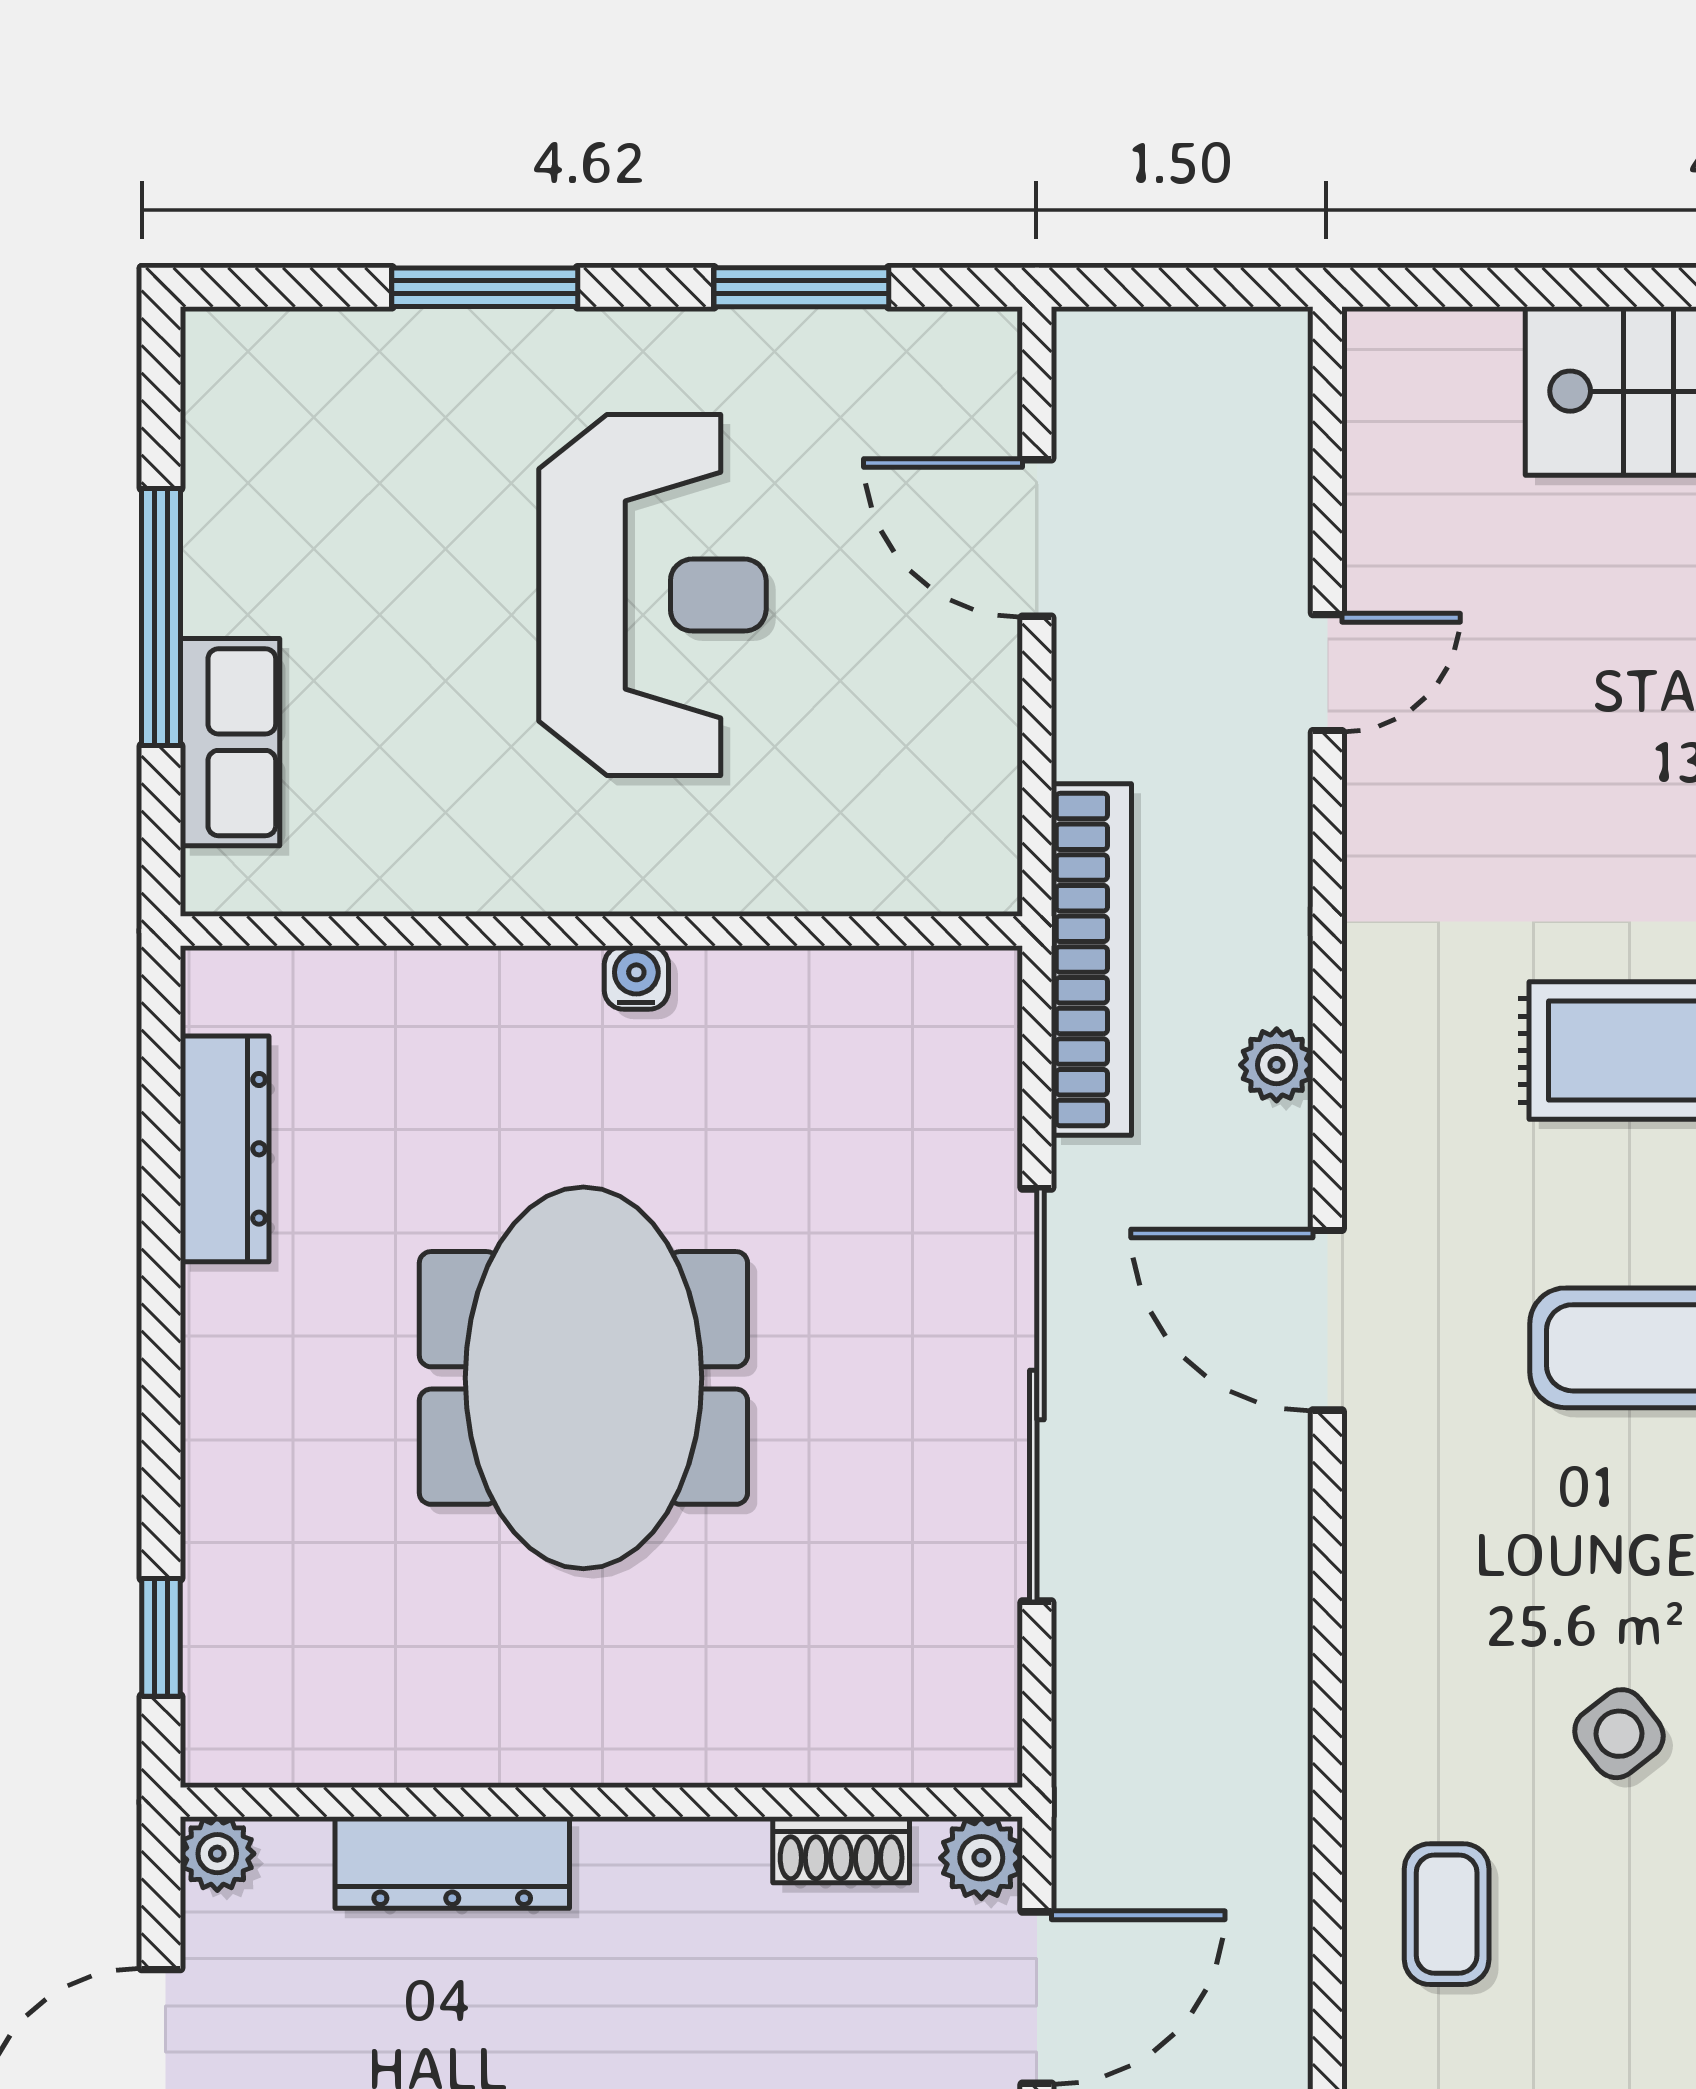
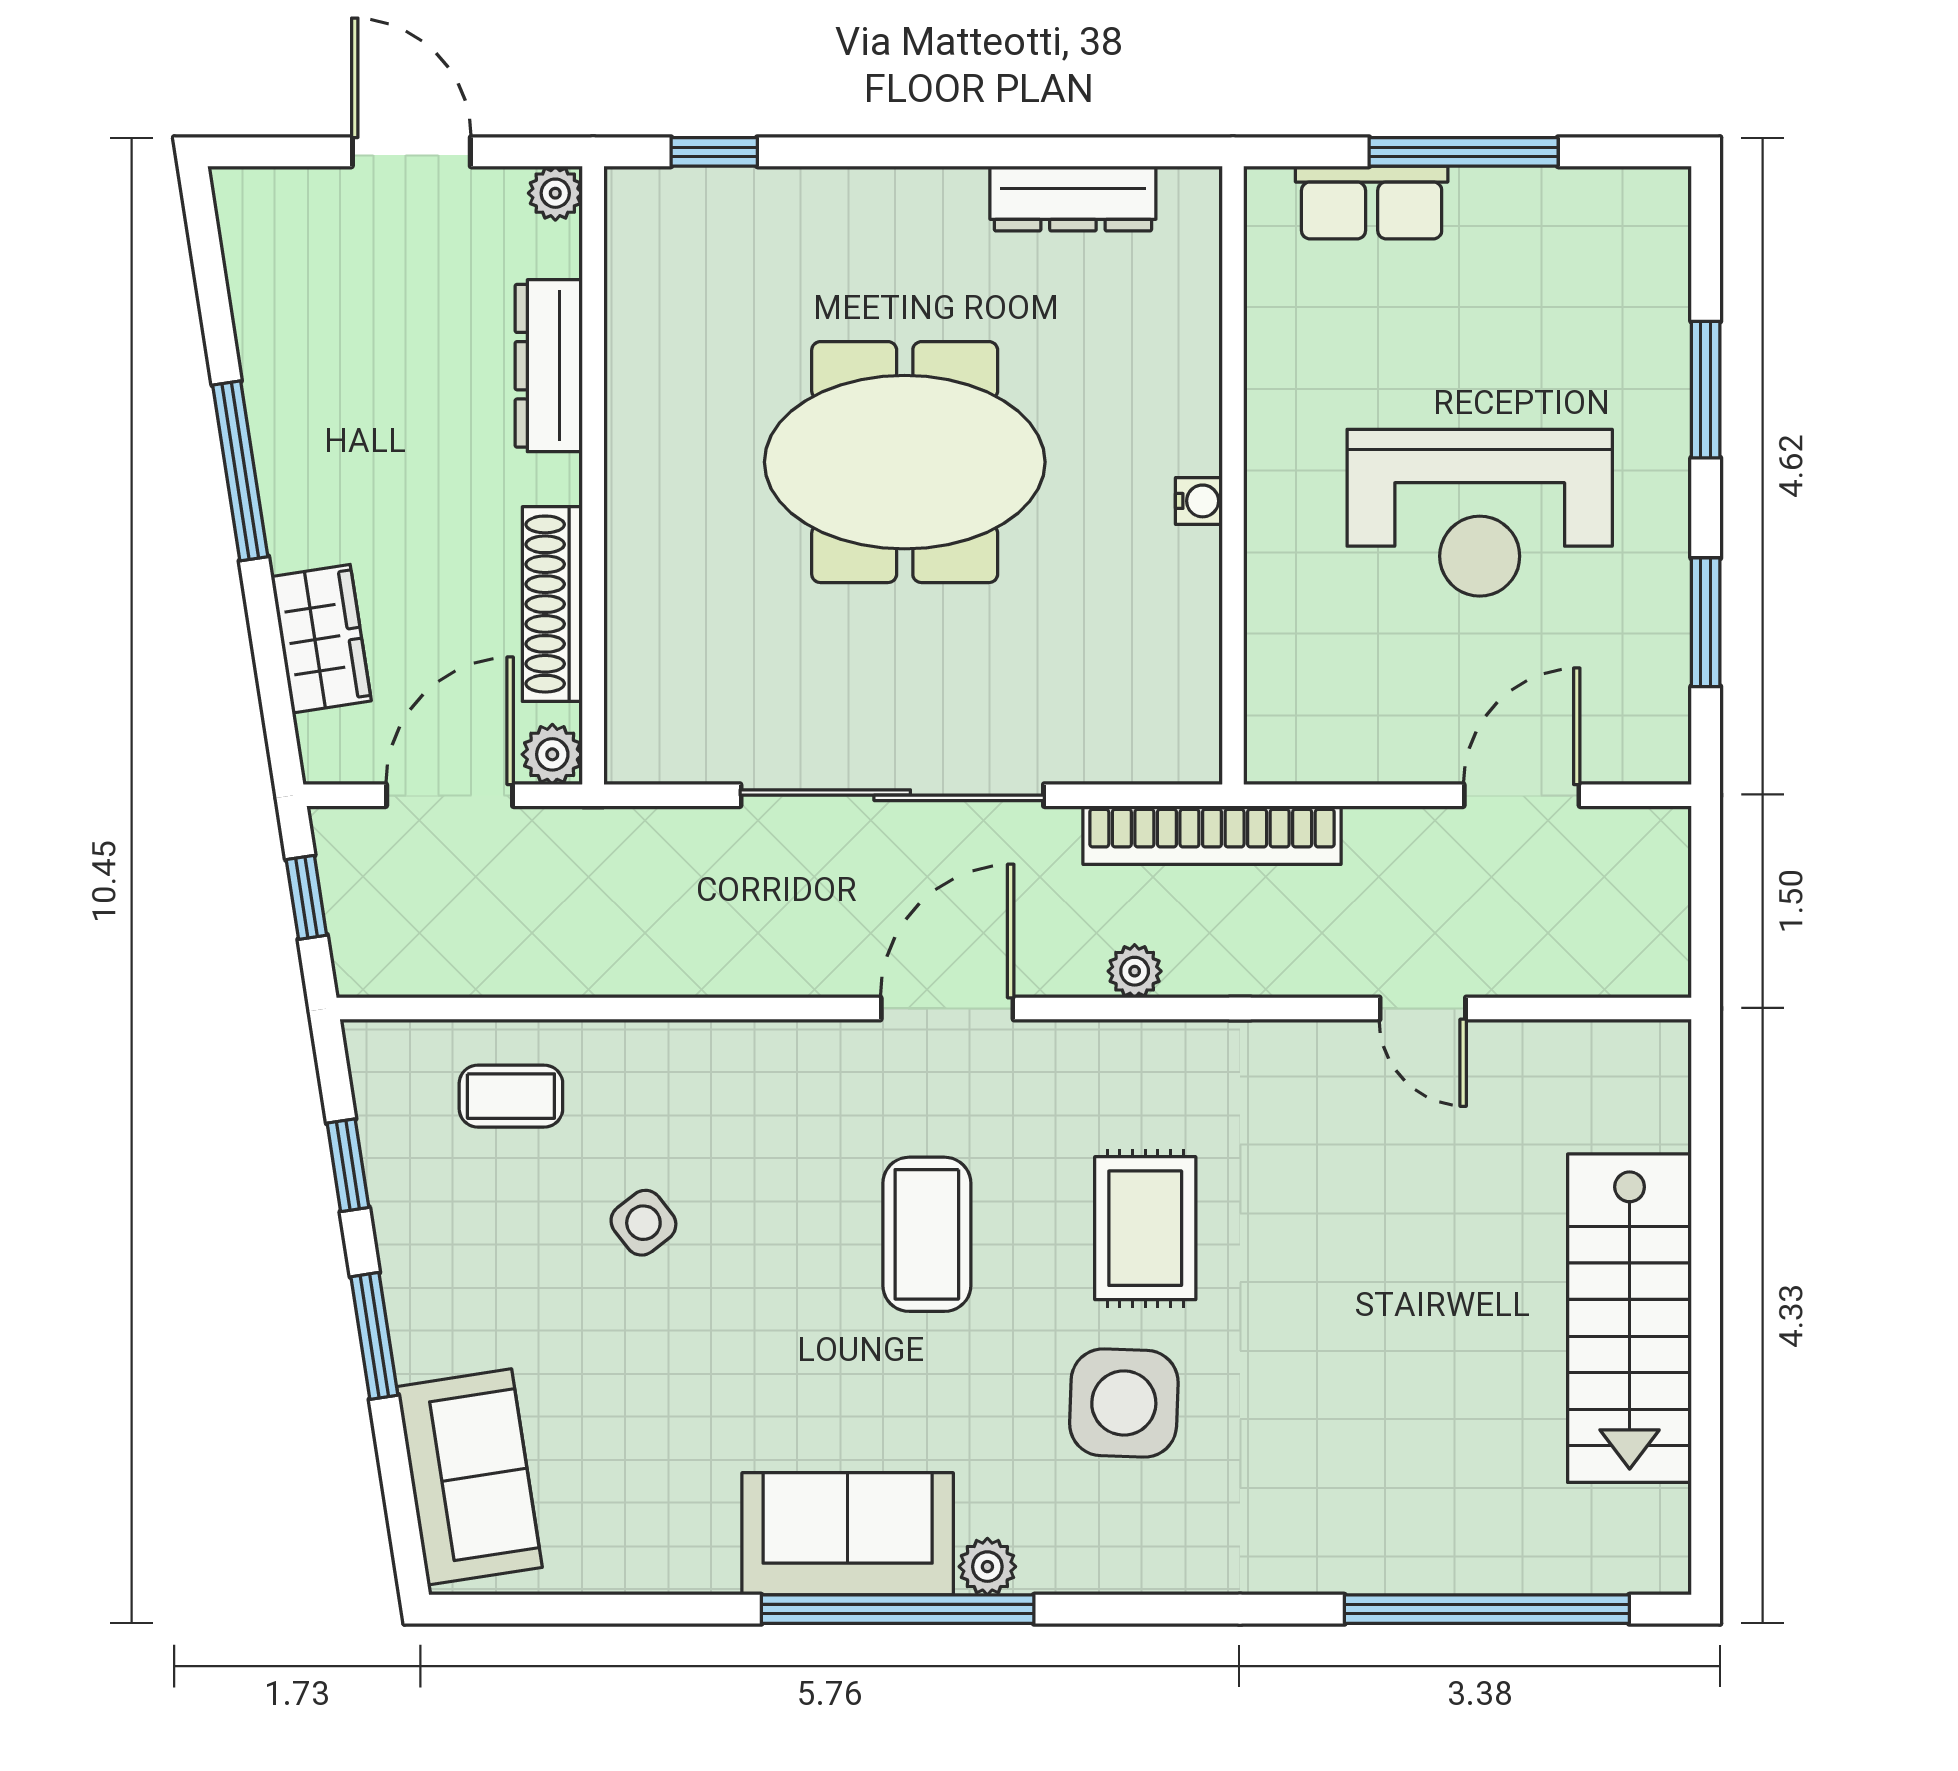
shoe rack: (841, 1850) -> (552, 604), width x1.94, depth x1.24
door: (1037, 1998) -> (450, 795), swing flipped

